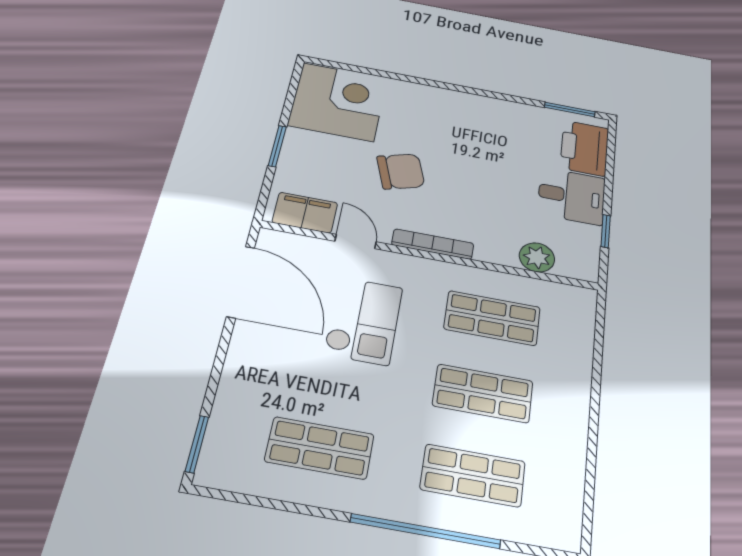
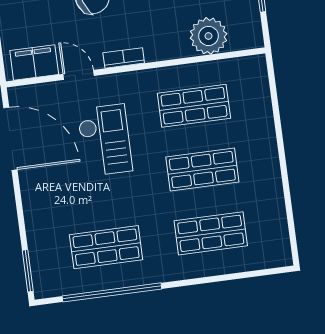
bookcase: (433, 244) -> (124, 58), width x0.64
plant: (537, 257) -> (209, 36), width x1.36, depth x1.36
window: (425, 531) -> (112, 292), moved

